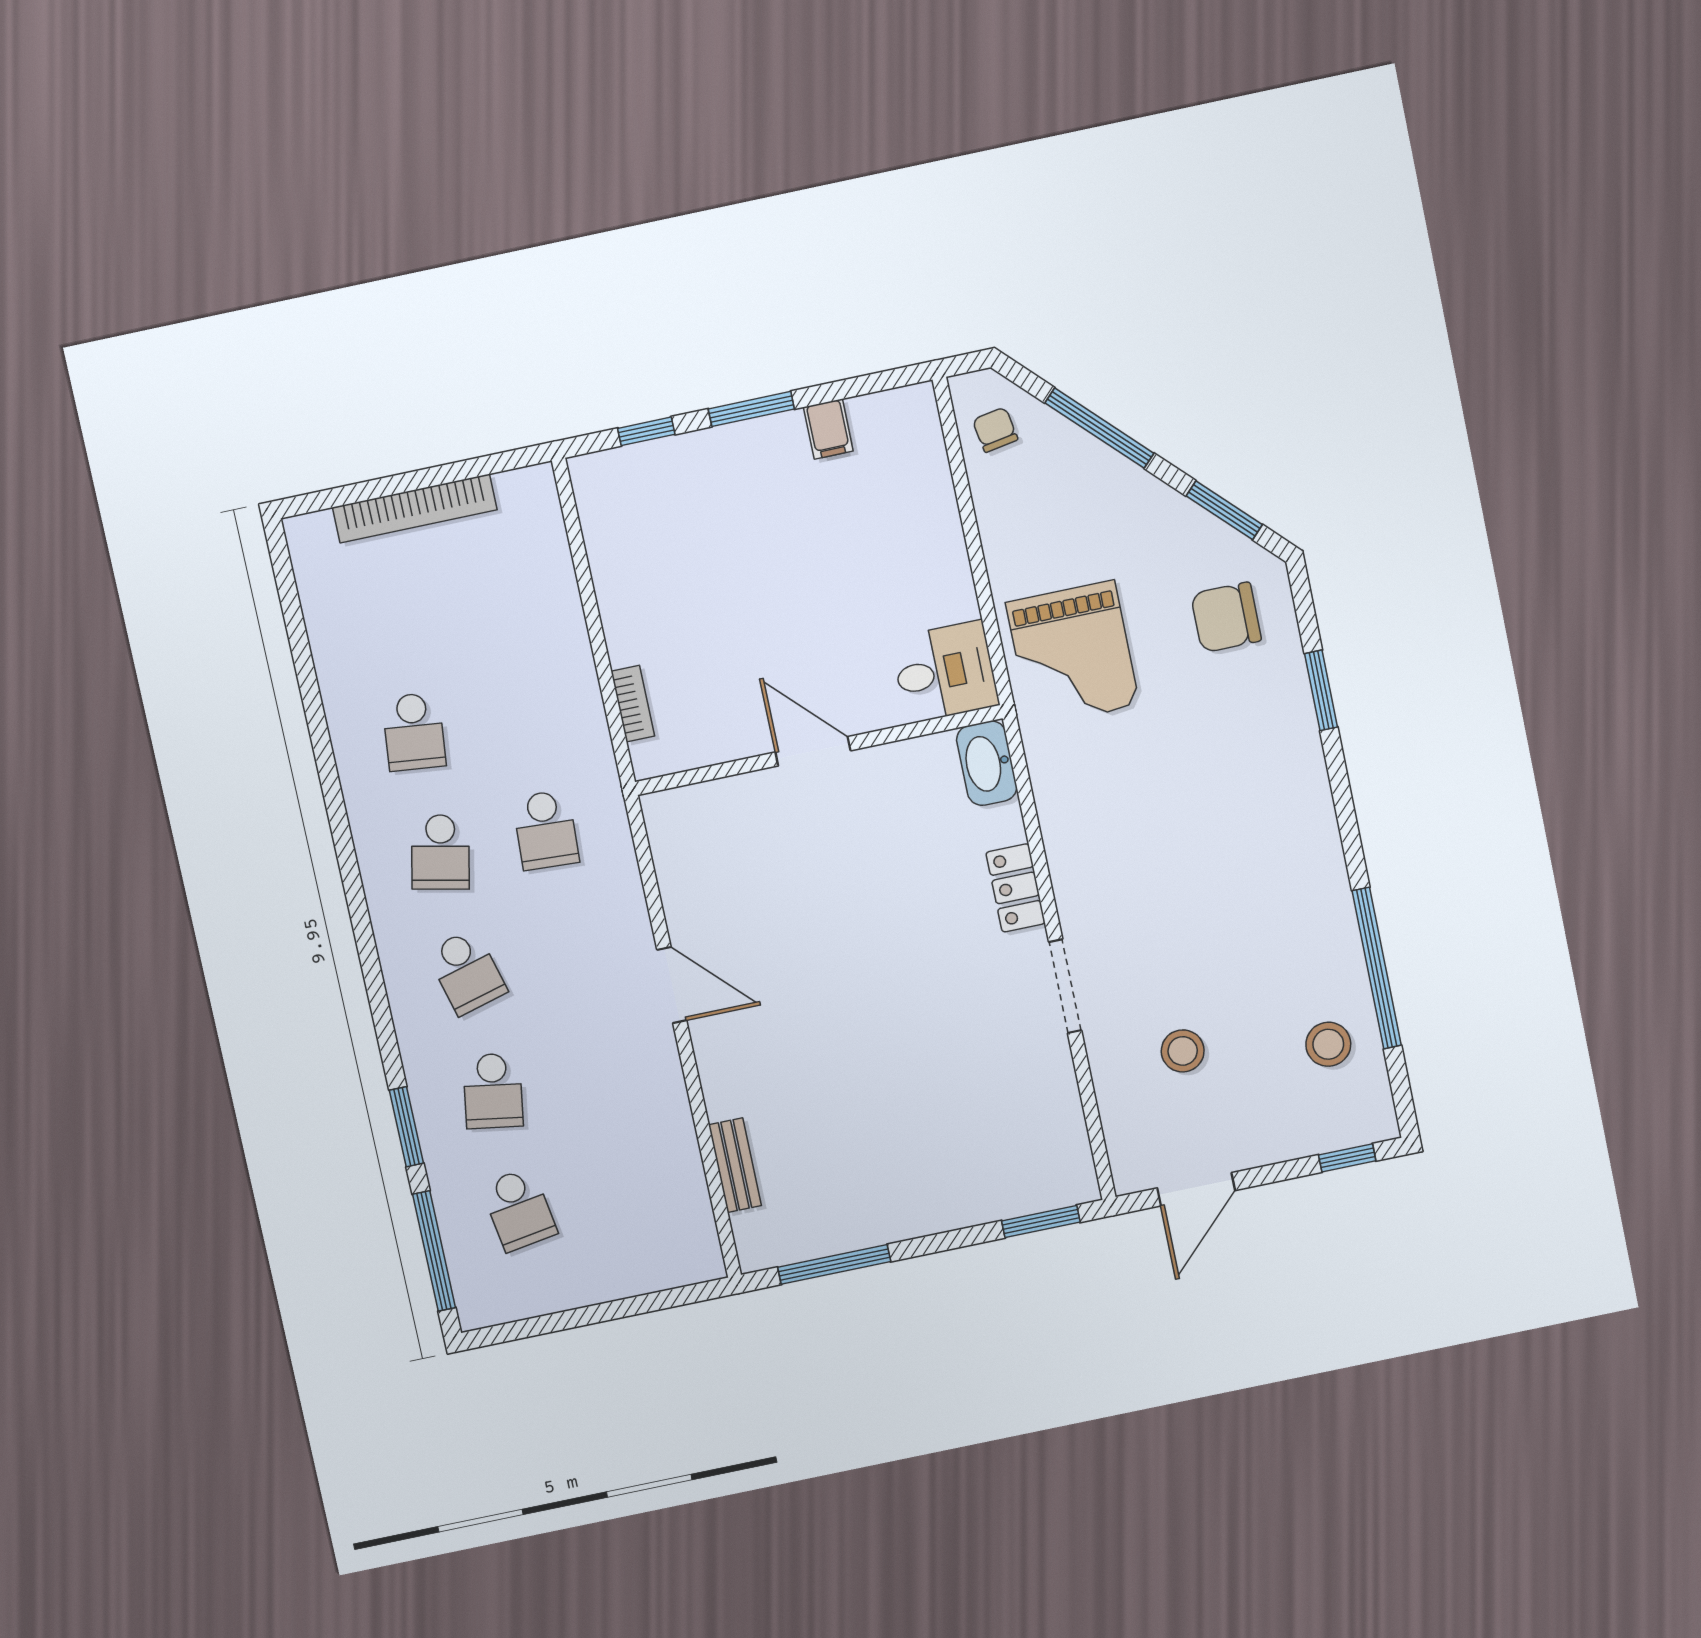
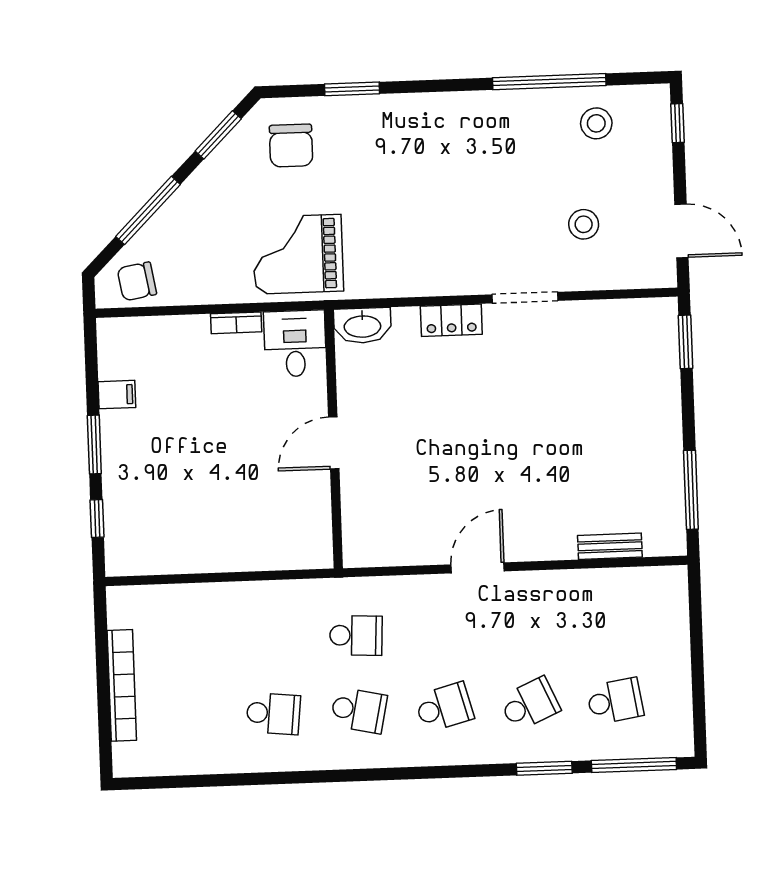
chair: (995, 430) -> (137, 281), width x1.37, depth x1.37
grand piano: (1073, 654) -> (298, 254), turned 180
bookcase: (633, 704) -> (236, 323), moved, turned 180
school desk: (493, 1091) -> (530, 704), turned -33

